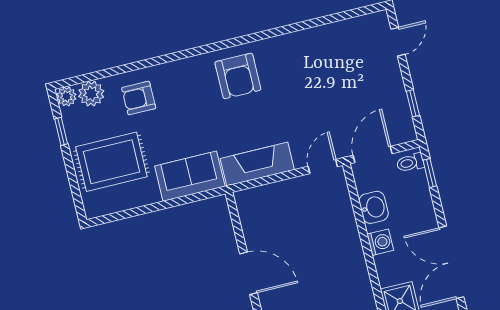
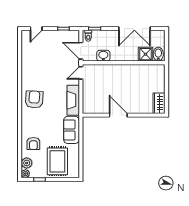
door: (398, 42) -> (36, 29), swing flipped
armchair: (238, 76) -> (34, 99), turned -86
door: (323, 167) -> (81, 73), hinge flipped
washing machine: (380, 242) -> (119, 56), removed
door: (248, 273) -> (118, 115), hinge flipped

